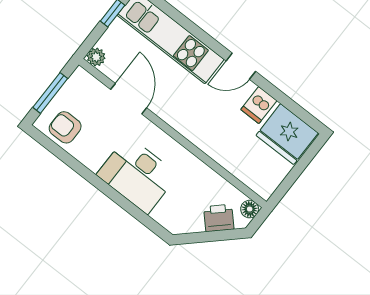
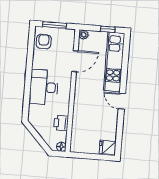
dishwasher: (259, 105) -> (110, 121), removed
fridge: (287, 134) -> (108, 148), width x0.53, depth x0.75
printer: (219, 218) -> (61, 123), moved, turned -137

